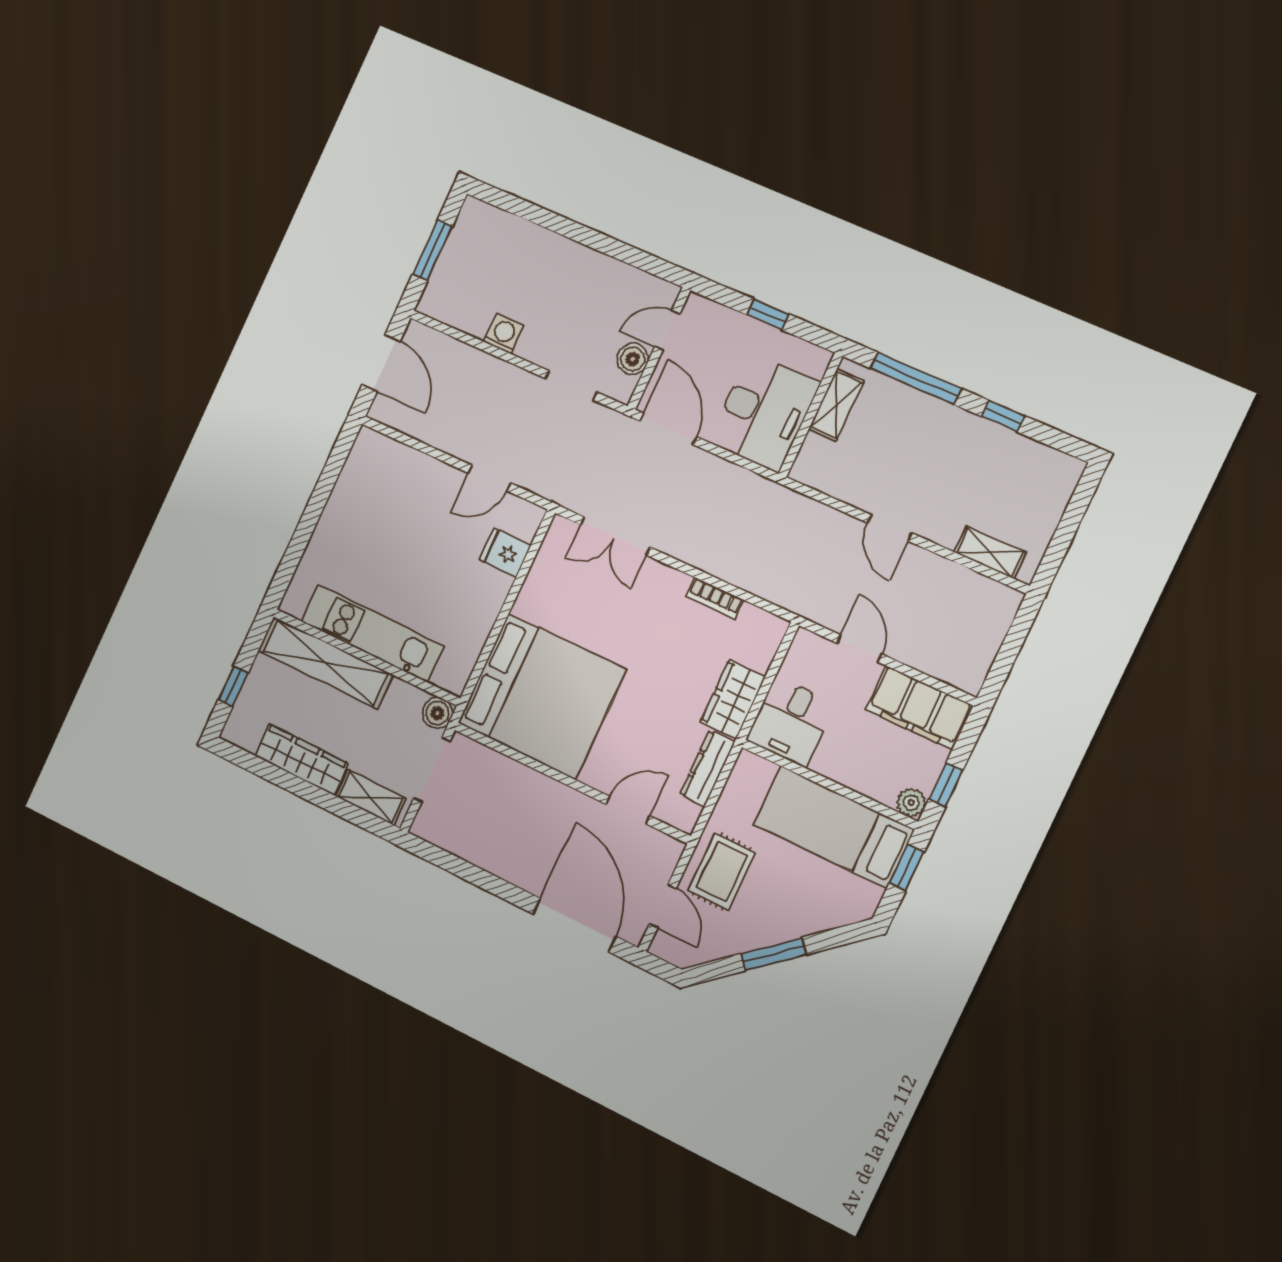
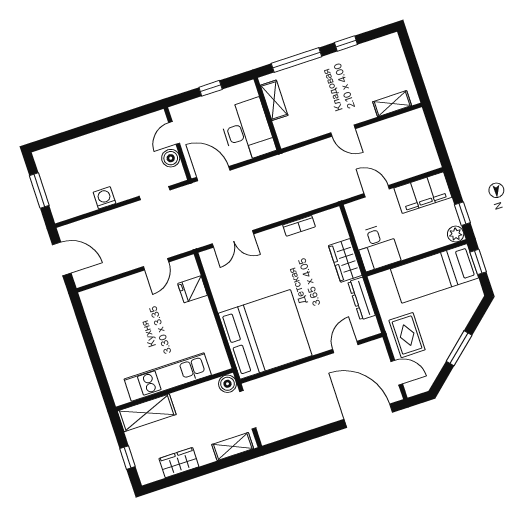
shelving: (325, 663) -> (147, 413), width x0.68
wardrobe: (301, 760) -> (179, 463), width x0.67

